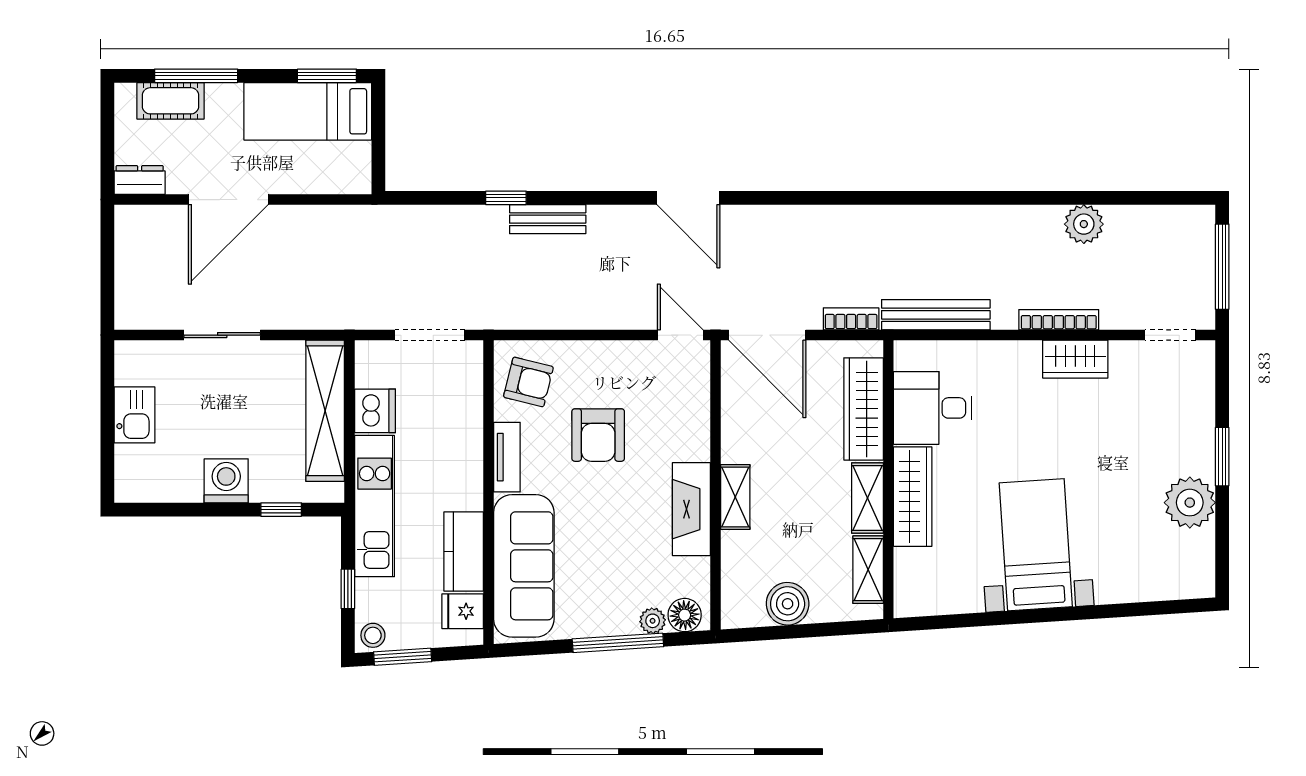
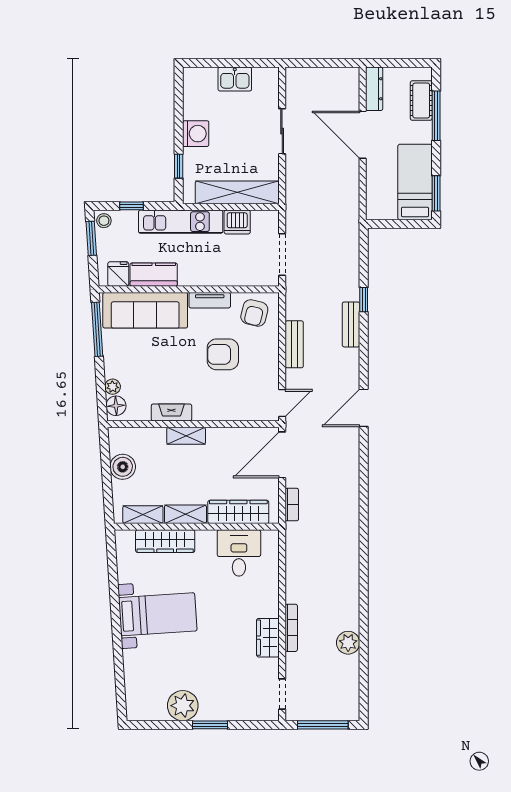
dresser: (140, 180) -> (374, 89), width x1.44
bench: (936, 315) -> (294, 344), moved, width x0.73
wardrobe: (913, 497) -> (165, 541), moved
fireplace: (691, 509) -> (171, 412), width x0.73, depth x0.76
window: (618, 643) -> (97, 329), moved

